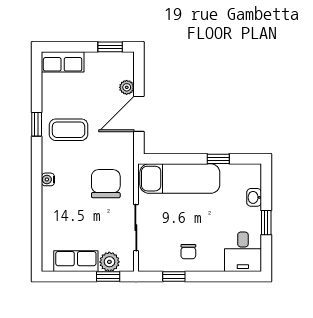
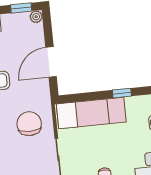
plant: (127, 87) -> (36, 17), moved

